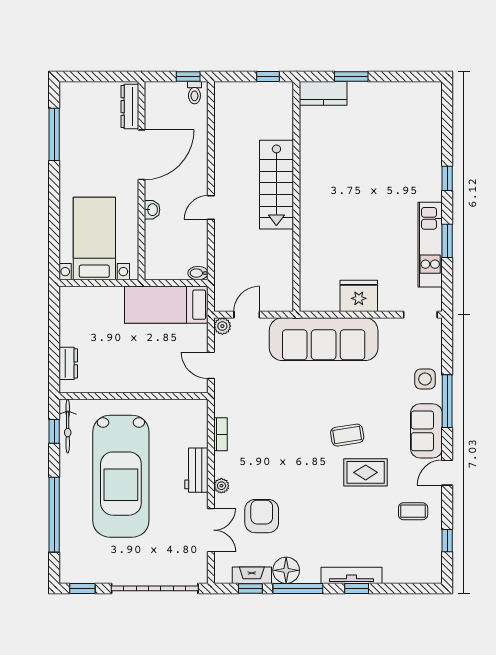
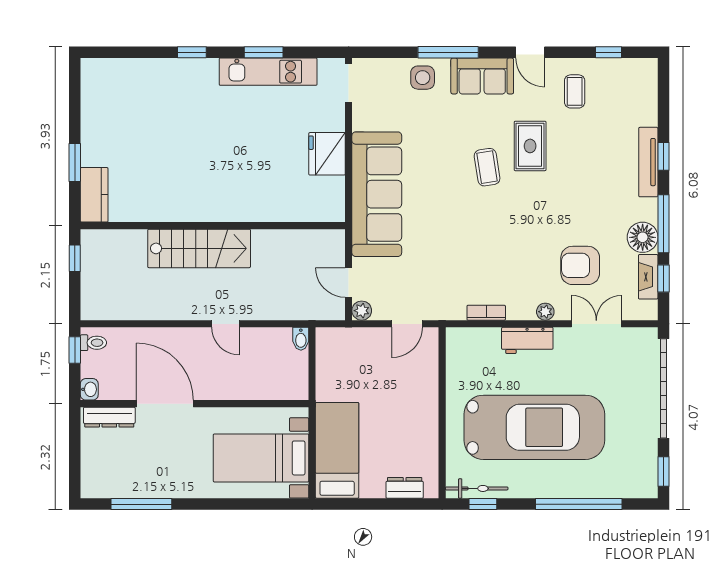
washbasin: (152, 210) -> (89, 389), moved, turned 90
bed: (166, 305) -> (337, 450), moved, turned 180

